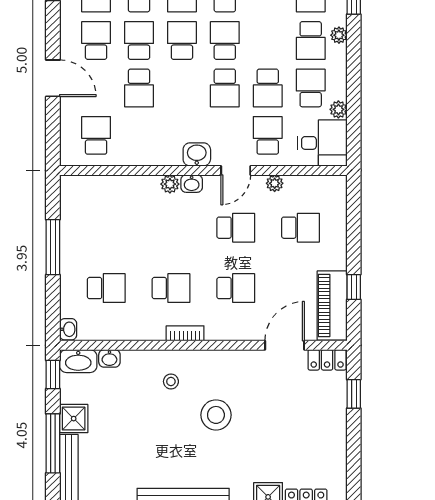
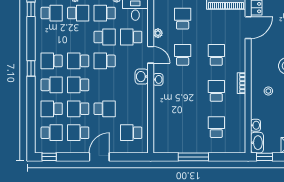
school desk: (225, 88) -> (105, 61), turned 180
plant: (170, 184) -> (158, 92), removed
washbasin: (68, 329) -> (239, 148), removed
door: (285, 345) -> (248, 28), swing flipped

